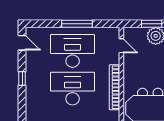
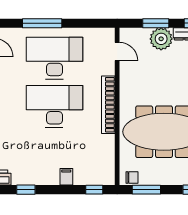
window: (77, 24) -> (42, 23), moved

